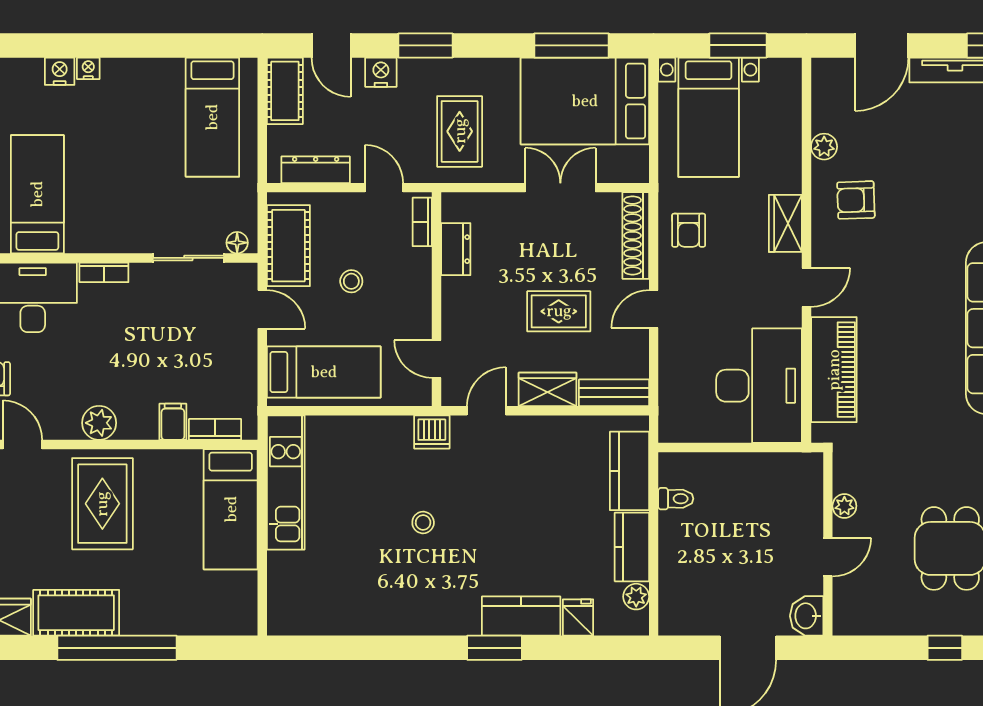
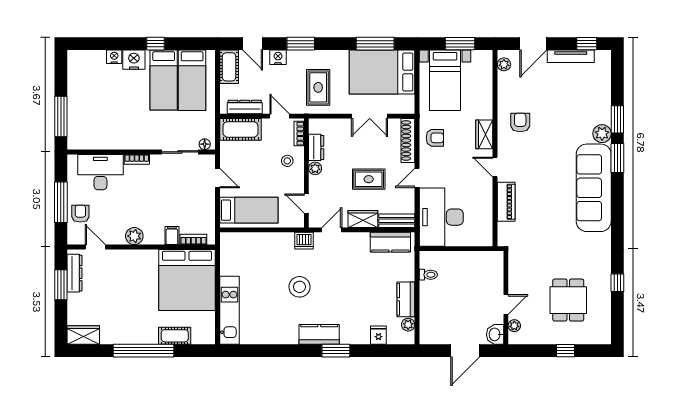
window: (141, 45) -> (156, 44), added
nightstand: (88, 68) -> (134, 60), width x1.89, depth x1.79
plant: (824, 147) -> (504, 64), moved
double door: (560, 188) -> (370, 116), swing flipped
bed: (37, 194) -> (164, 80), moved, turned 180
armchair: (856, 200) -> (520, 122), turned 92
armchair: (689, 230) -> (435, 138), turned -90
cot: (288, 246) -> (241, 129), moved, turned 90
stool: (351, 281) -> (287, 161), moved
door: (806, 287) -> (495, 167), swing flipped
plant: (454, 290) -> (315, 168), added
piano: (834, 370) -> (506, 202), width x0.73, depth x0.75
desk: (759, 386) -> (441, 217), moved, turned 180
kitchen counter: (629, 471) -> (390, 242), moved, turned -90
kitchen unit: (286, 482) -> (229, 310), moved
rug: (102, 504) -> (136, 277), removed
plant: (844, 506) -> (514, 326), moved
bed: (231, 509) -> (187, 280), width x2.04
stool: (423, 522) -> (300, 287), width x1.89, depth x1.89
cot: (76, 613) -> (175, 336), moved, width x0.73, depth x0.75
kitchen counter: (521, 616) -> (319, 334), moved

